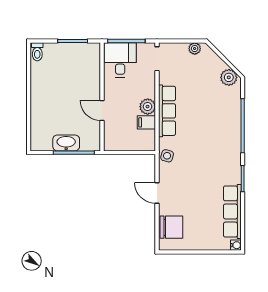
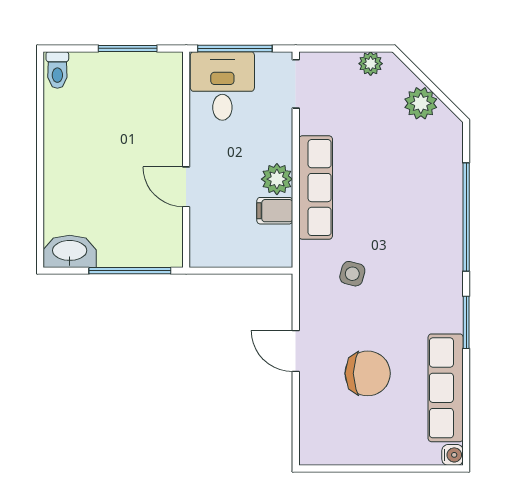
plant: (229, 77) -> (421, 103), moved
washbasin: (66, 143) -> (70, 251), moved
side table: (167, 156) -> (352, 274), moved
chair: (171, 227) -> (368, 373), moved

